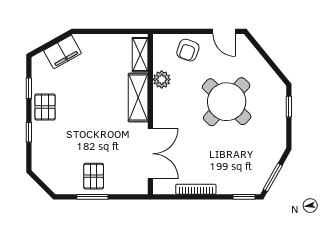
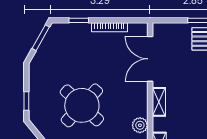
shelving: (138, 98) -> (159, 102), width x0.67, depth x0.75
window: (244, 197) -> (79, 20), moved

